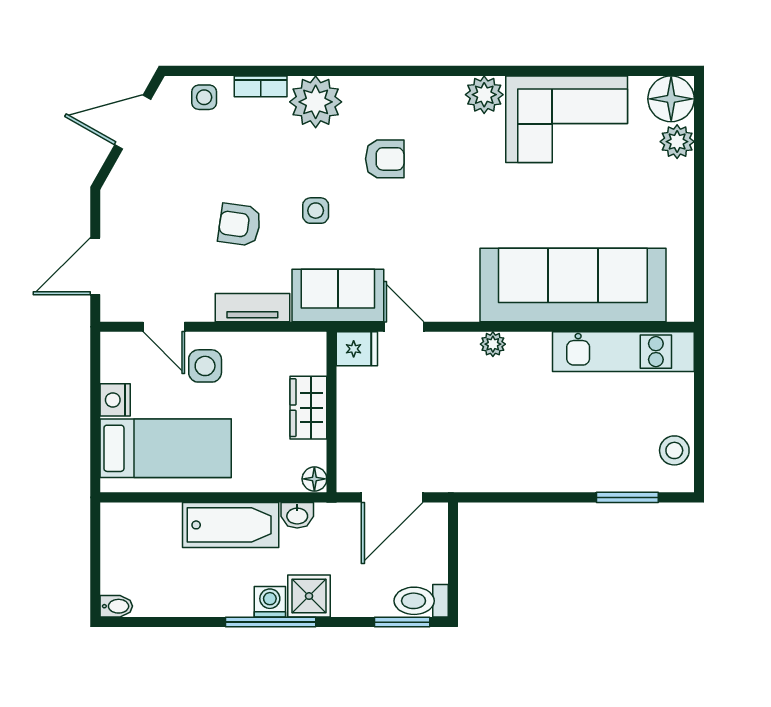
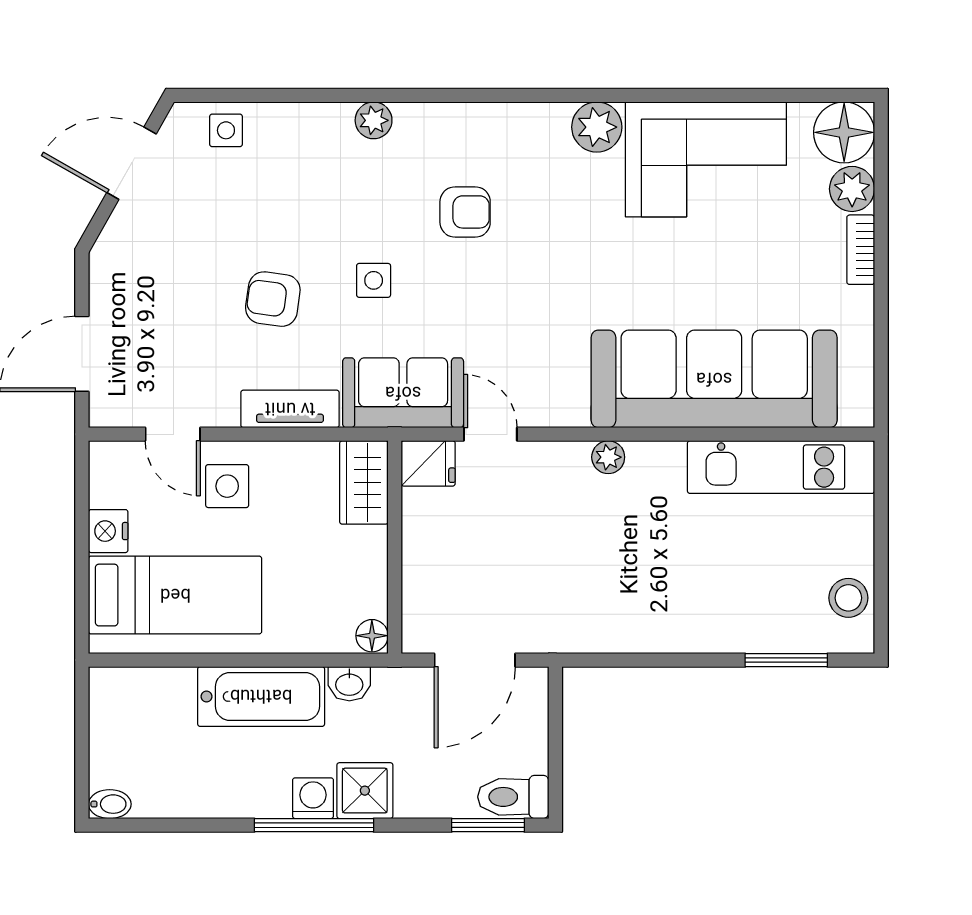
bookcase: (261, 86) -> (861, 250), moved, turned 90
plant: (316, 102) -> (374, 120), width x0.53, depth x0.53
wardrobe: (308, 408) -> (364, 482), moved

